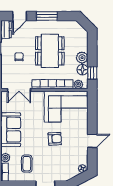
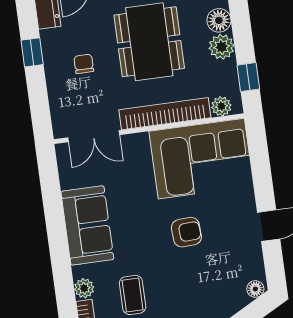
floor lamp: (82, 70) -> (219, 20), moved

